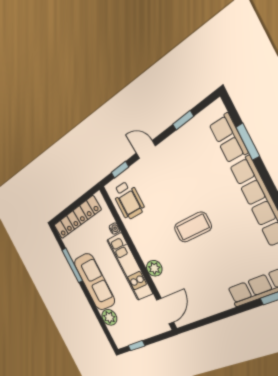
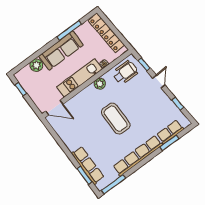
wheelchair: (128, 200) -> (125, 72), turned 180
coffee table: (193, 227) -> (116, 119), width x1.36, depth x1.32
plant: (154, 268) -> (100, 84), moved

